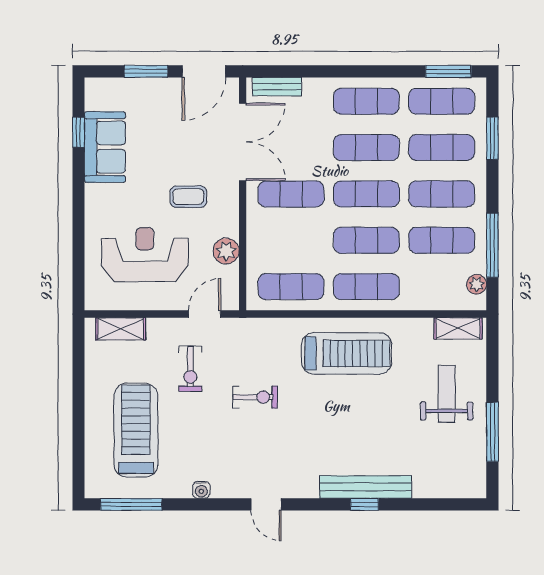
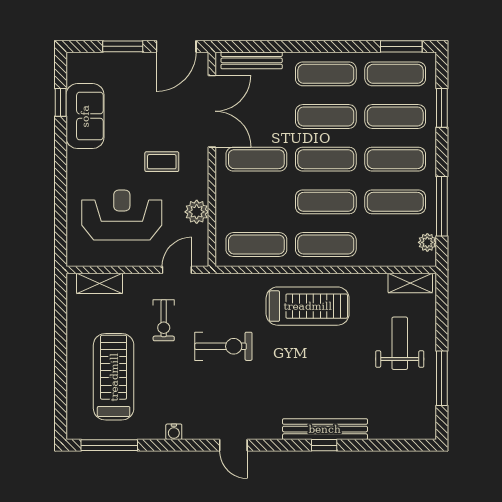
bench: (277, 87) -> (252, 60), width x1.36
exercise bike: (255, 397) -> (223, 346), width x1.38, depth x1.39

